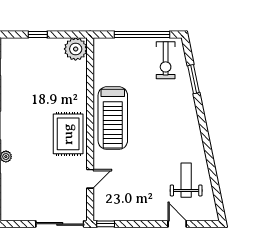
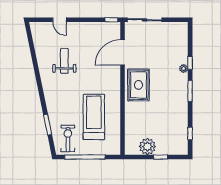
plant: (76, 49) -> (147, 146), moved
treadmill: (113, 118) -> (94, 117), moved
door: (90, 179) -> (123, 52), width x1.88
weight bench: (186, 180) -> (64, 61), moved, turned 180

